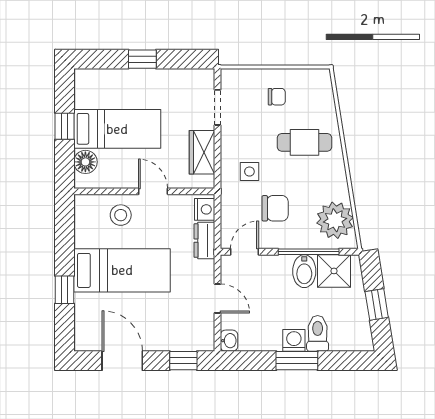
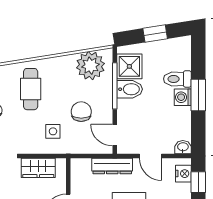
nightstand: (205, 209) -> (183, 174), moved, turned 90
dresser: (204, 241) -> (112, 166), width x1.44
door: (218, 298) -> (151, 156), swing flipped

